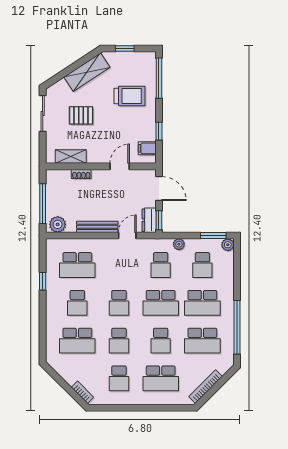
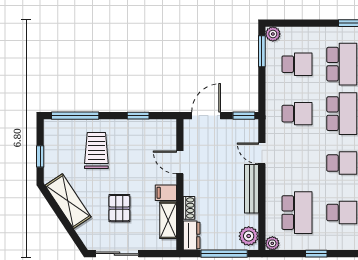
filing cabinet: (147, 148) -> (166, 193), moved, turned 90
dresser: (149, 220) -> (192, 236), moved, turned -90
plant: (179, 244) -> (272, 243), moved

